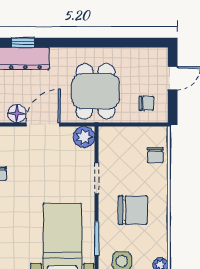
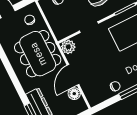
dining table: (95, 91) -> (38, 54), width x1.38
door: (43, 124) -> (73, 75), hinge flipped

